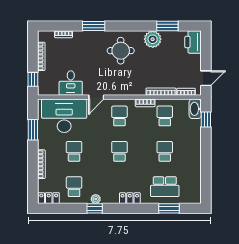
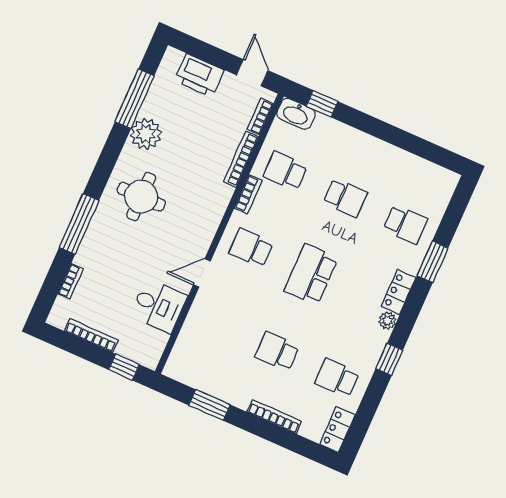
window: (94, 26) -> (79, 224), width x1.44
window: (167, 26) -> (135, 99), width x1.44
printer: (193, 42) -> (199, 75), moved
door: (96, 97) -> (202, 273), swing flipped
desk: (64, 116) -> (209, 342), removed
school desk: (119, 151) -> (311, 274), width x1.85
school desk: (165, 151) -> (345, 198), turned 180
school desk: (165, 187) -> (405, 224), width x0.54
plant: (96, 199) -> (387, 321), moved
window: (169, 208) -> (433, 262), moved

